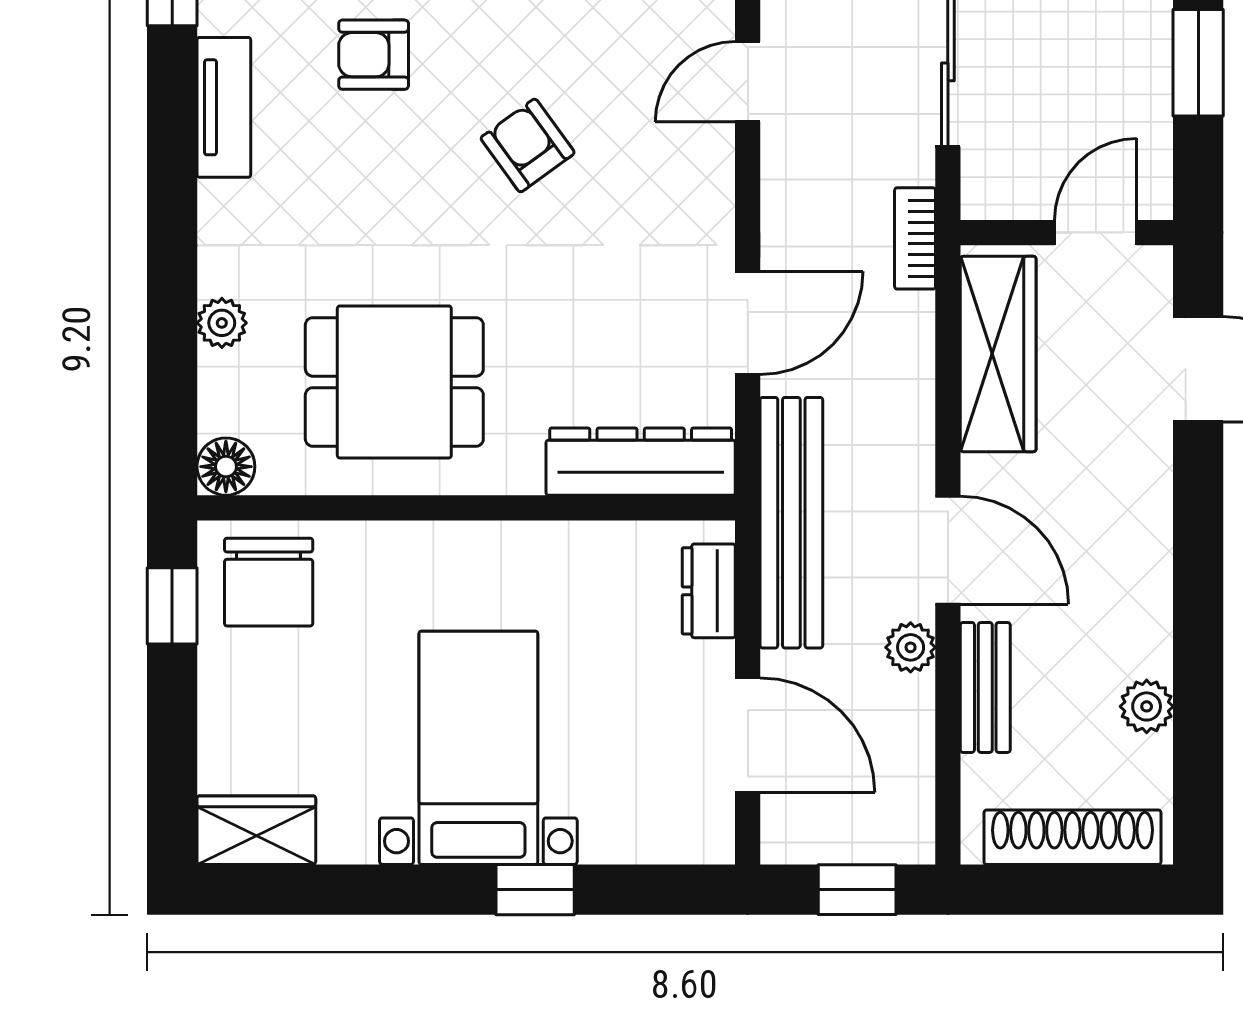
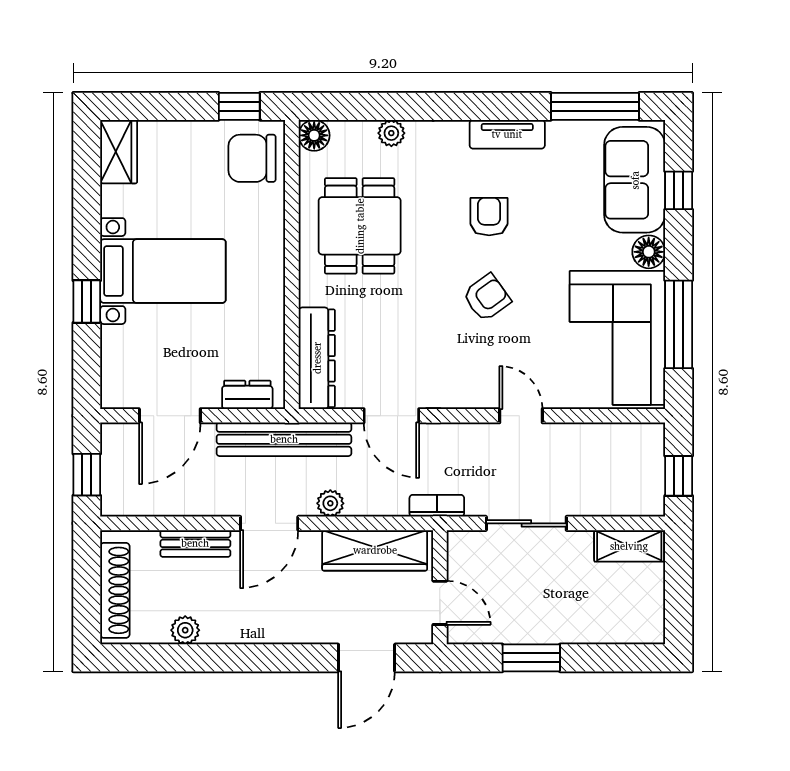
armchair: (374, 55) -> (489, 217), moved
plant: (911, 647) -> (330, 503), moved

